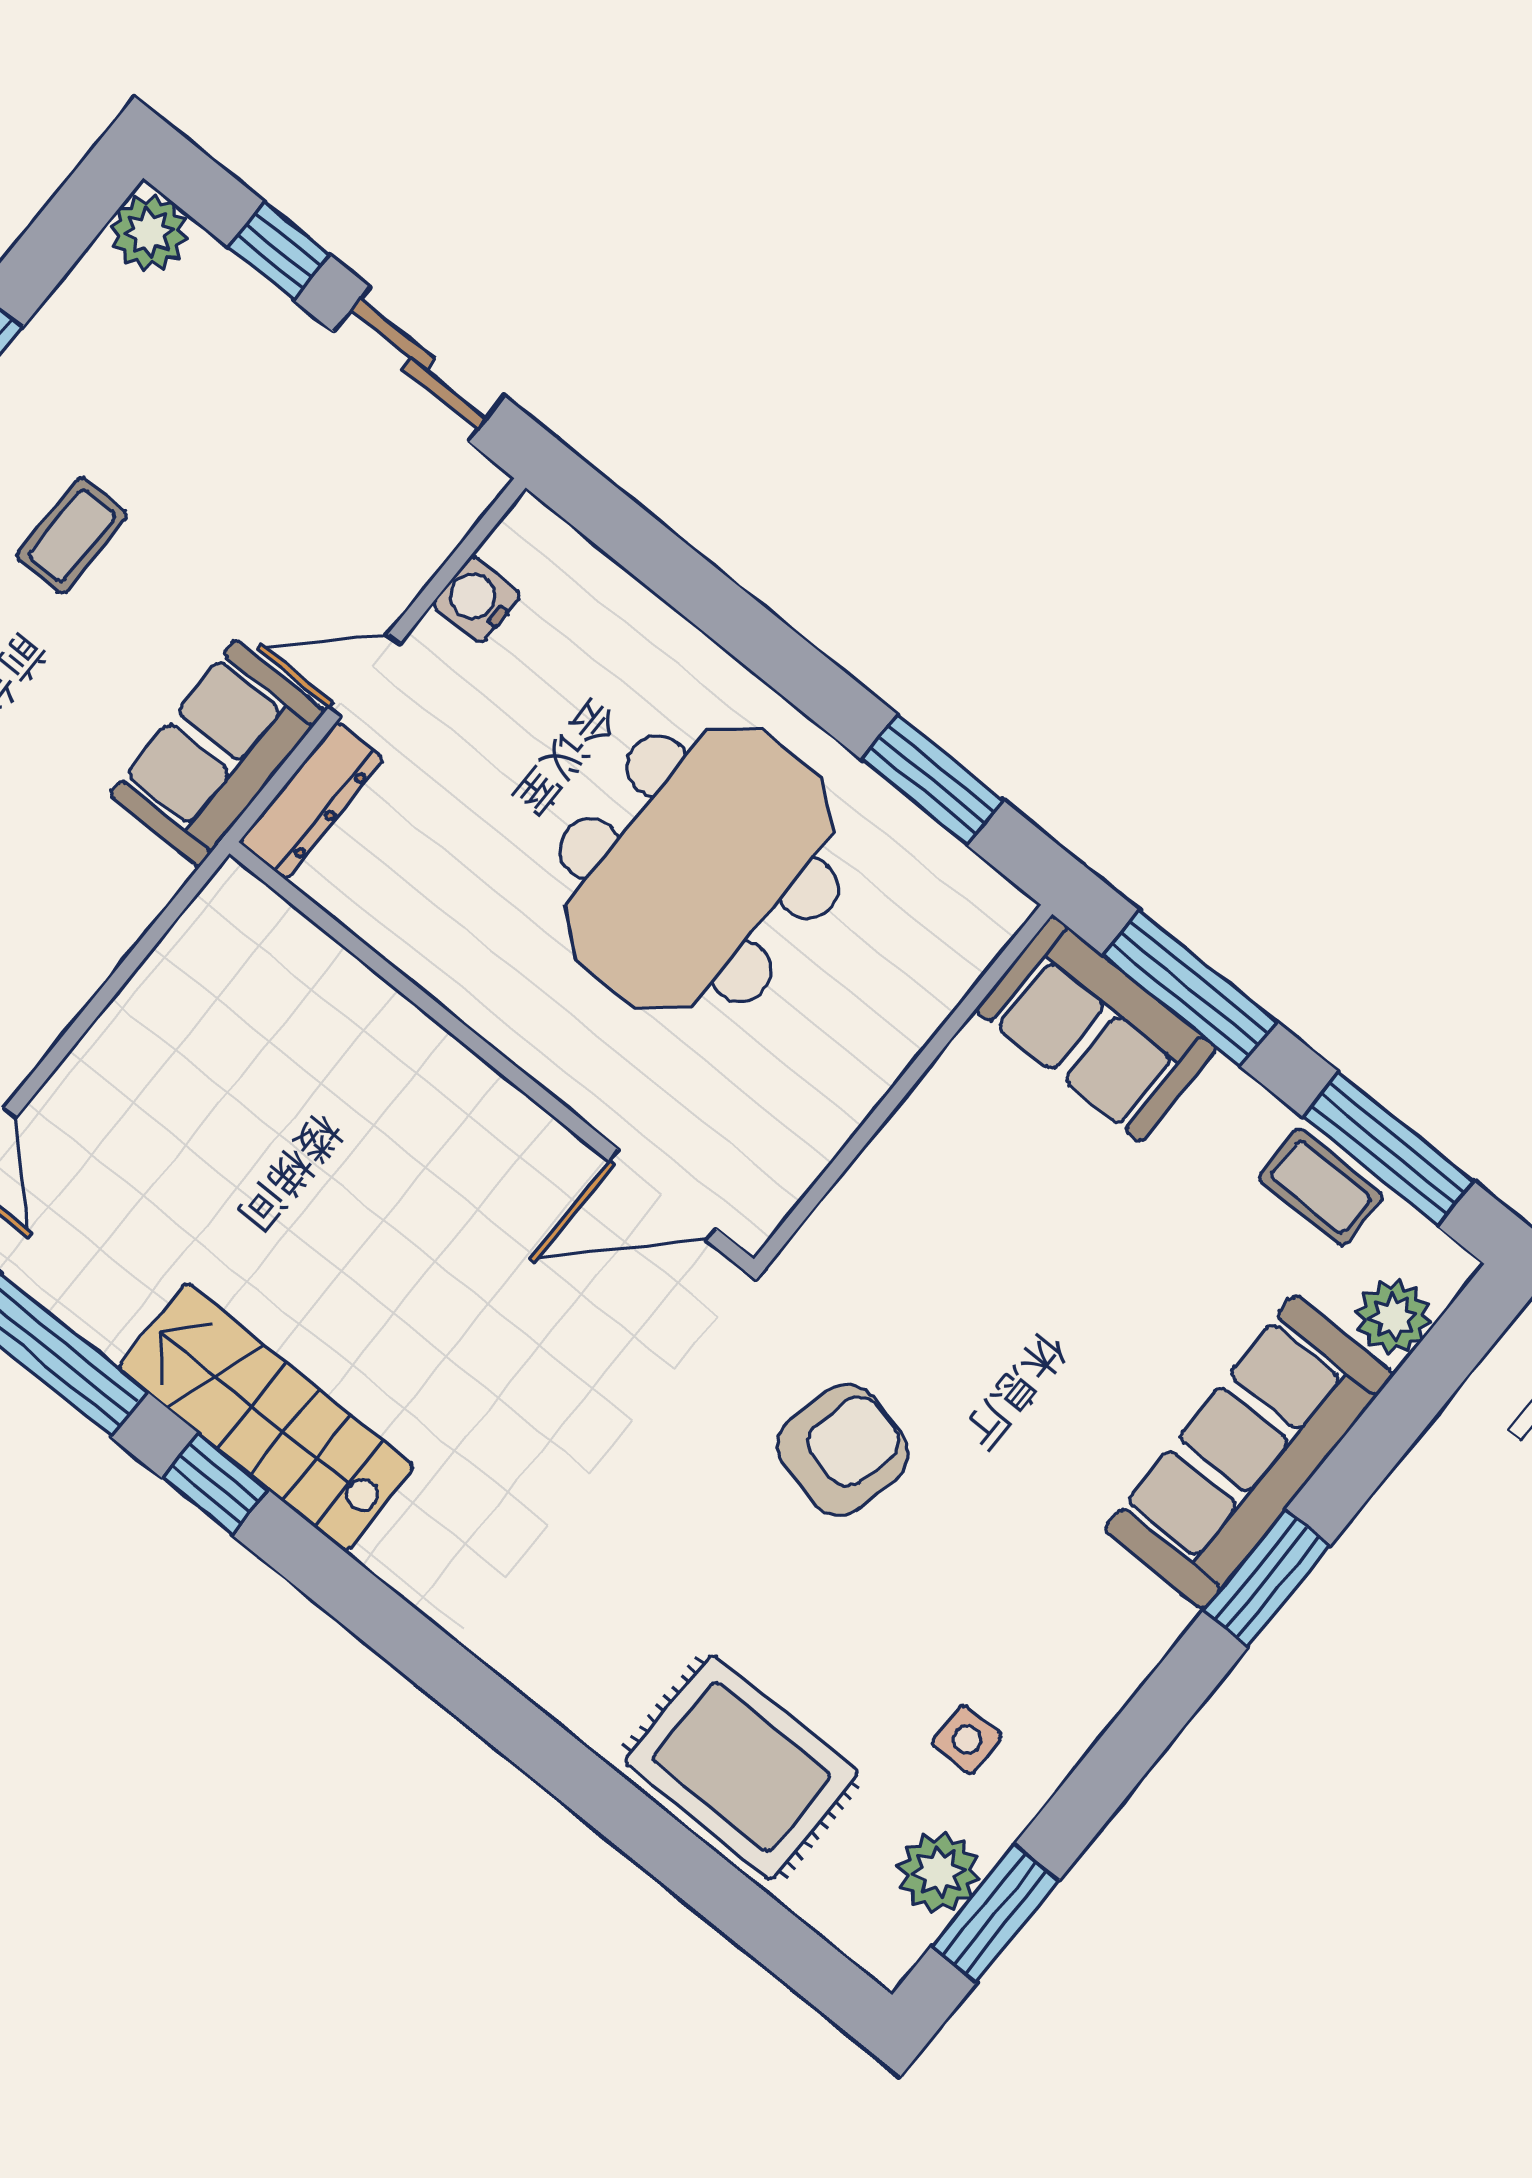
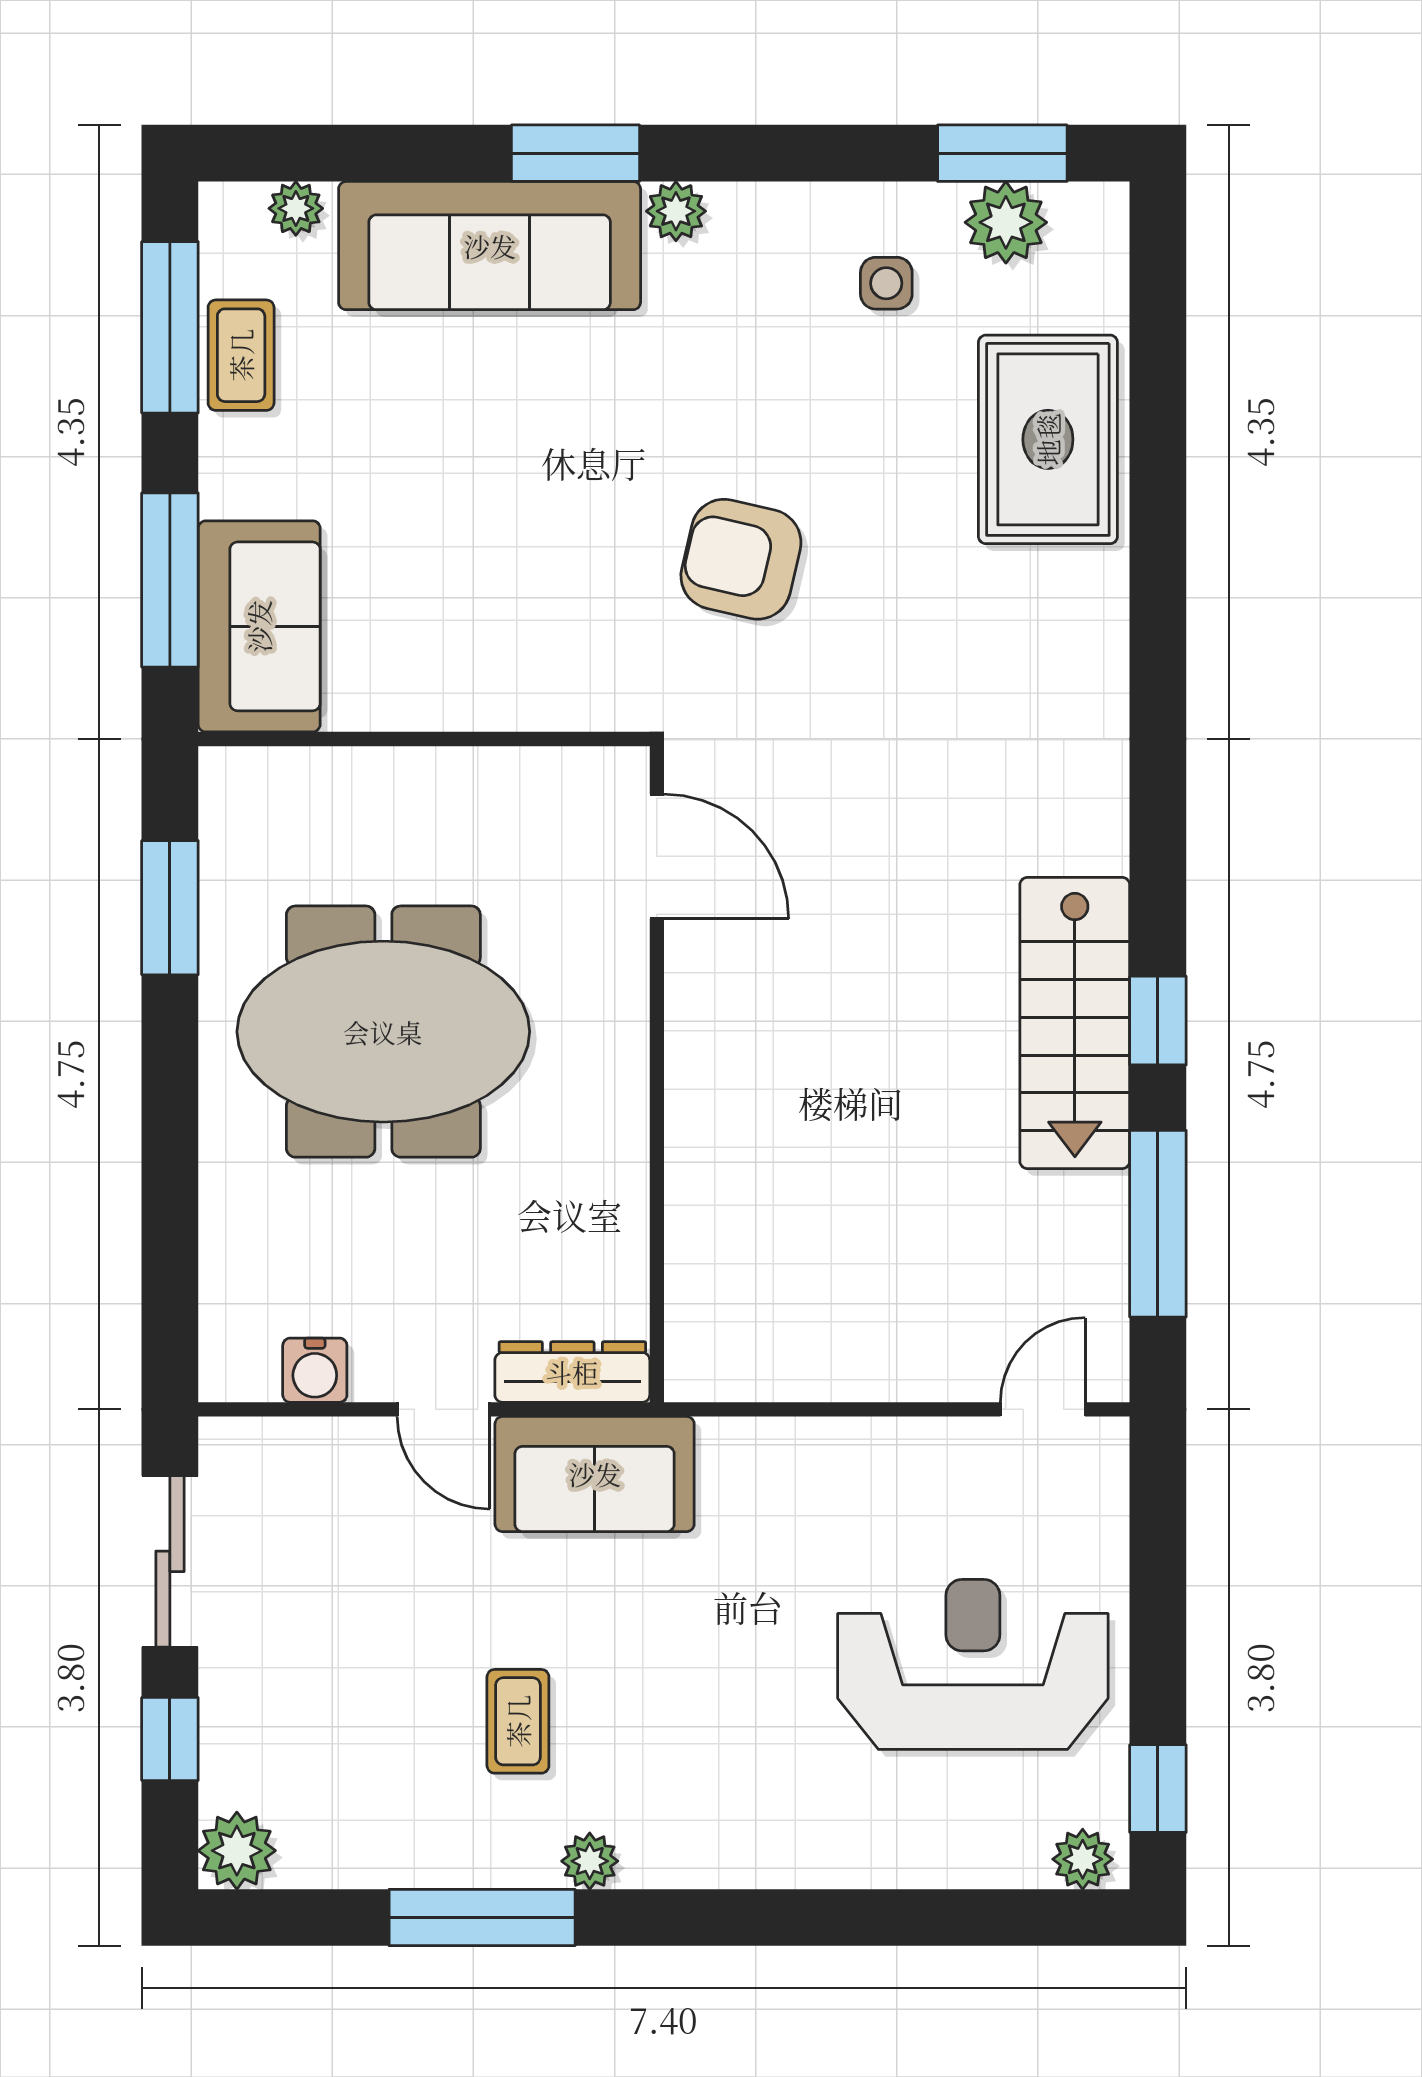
coffee table: (72, 536) -> (518, 1721), turned 90
plant: (1393, 1317) -> (296, 208), width x0.73, depth x0.73
plant: (1157, 1620) -> (676, 211), added

